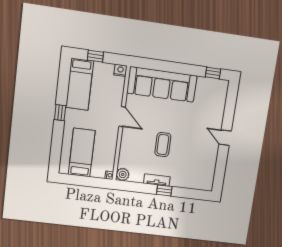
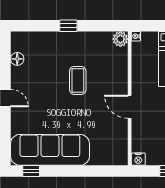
sofa: (162, 84) -> (50, 150), moved
floor lamp: (210, 168) -> (17, 59), added
tv unit: (157, 180) -> (79, 37), removed

